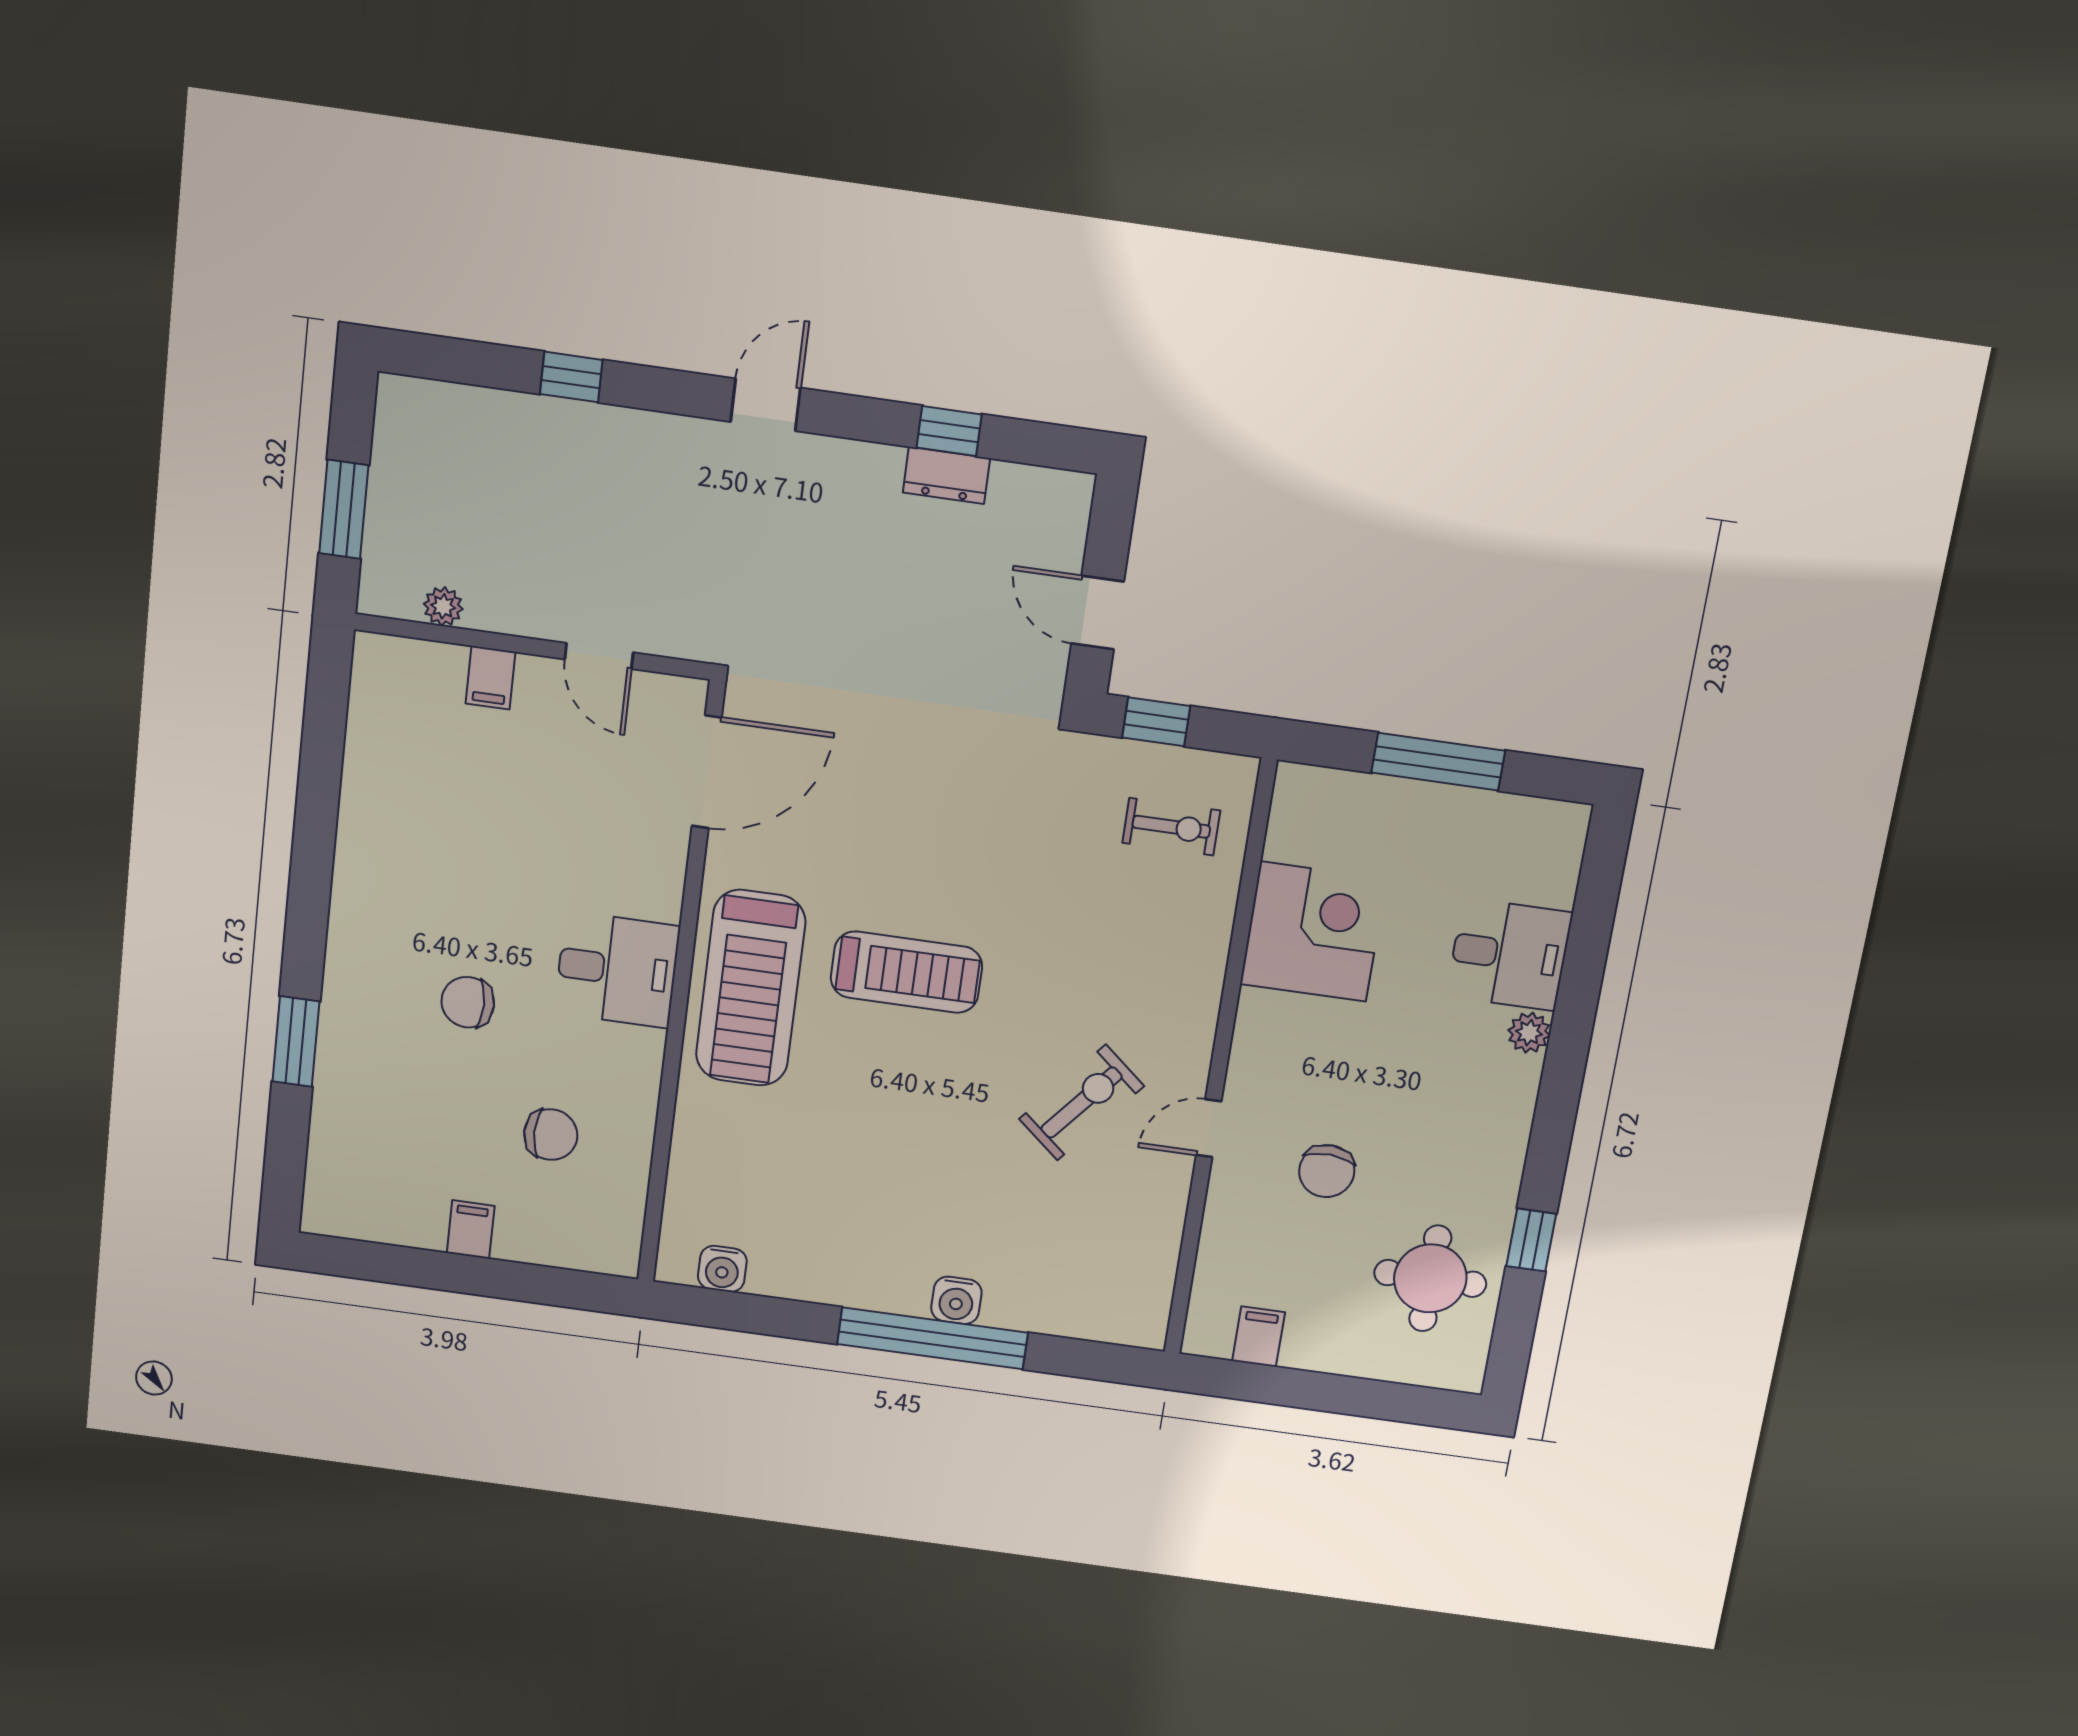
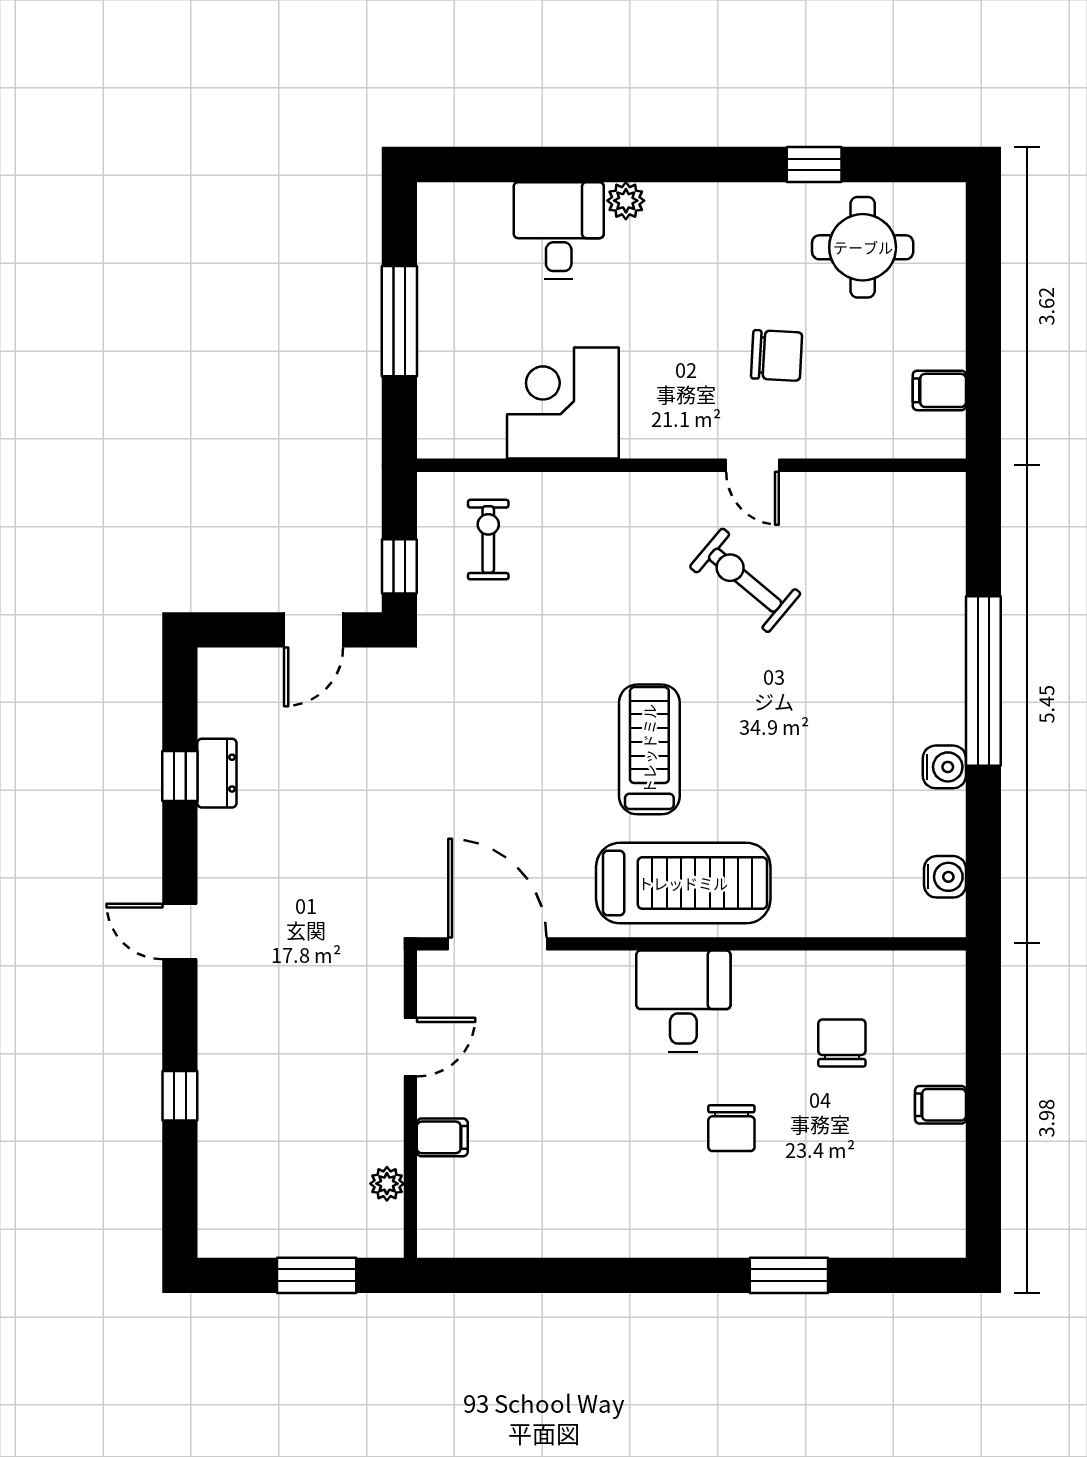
water cooler: (956, 1300) -> (944, 767), moved

